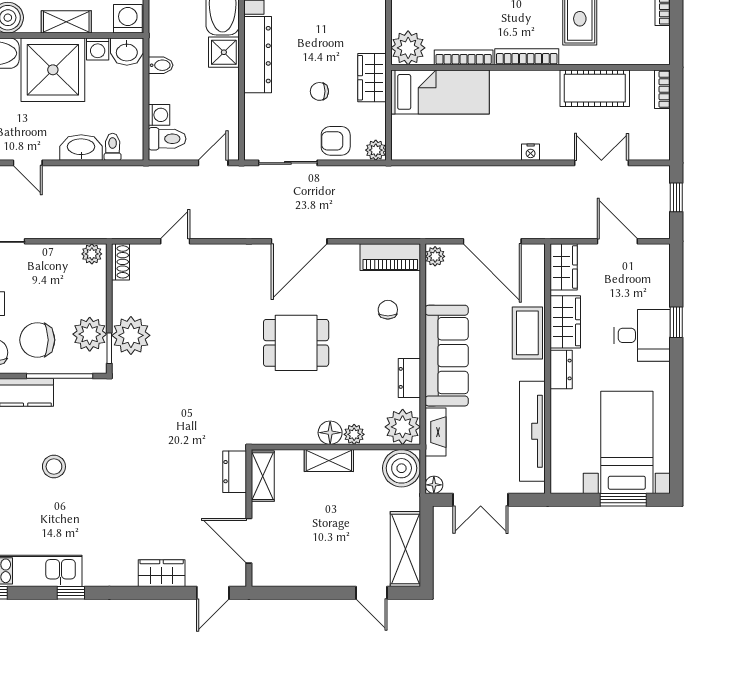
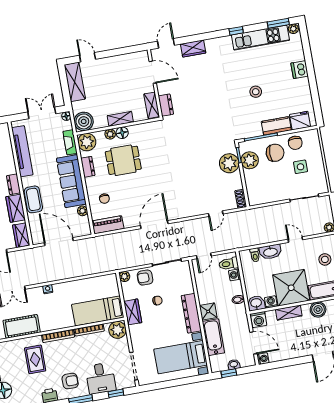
armchair: (336, 141) -> (145, 278), turned 180
plant: (92, 254) -> (256, 200), removed
plant: (435, 256) -> (82, 211), moved
dining table: (296, 343) -> (123, 160), moved

